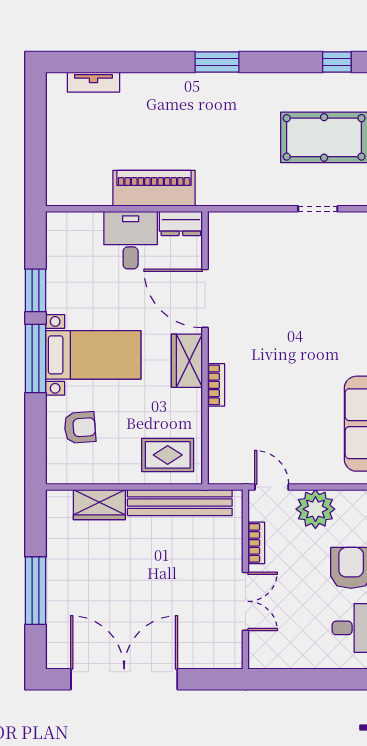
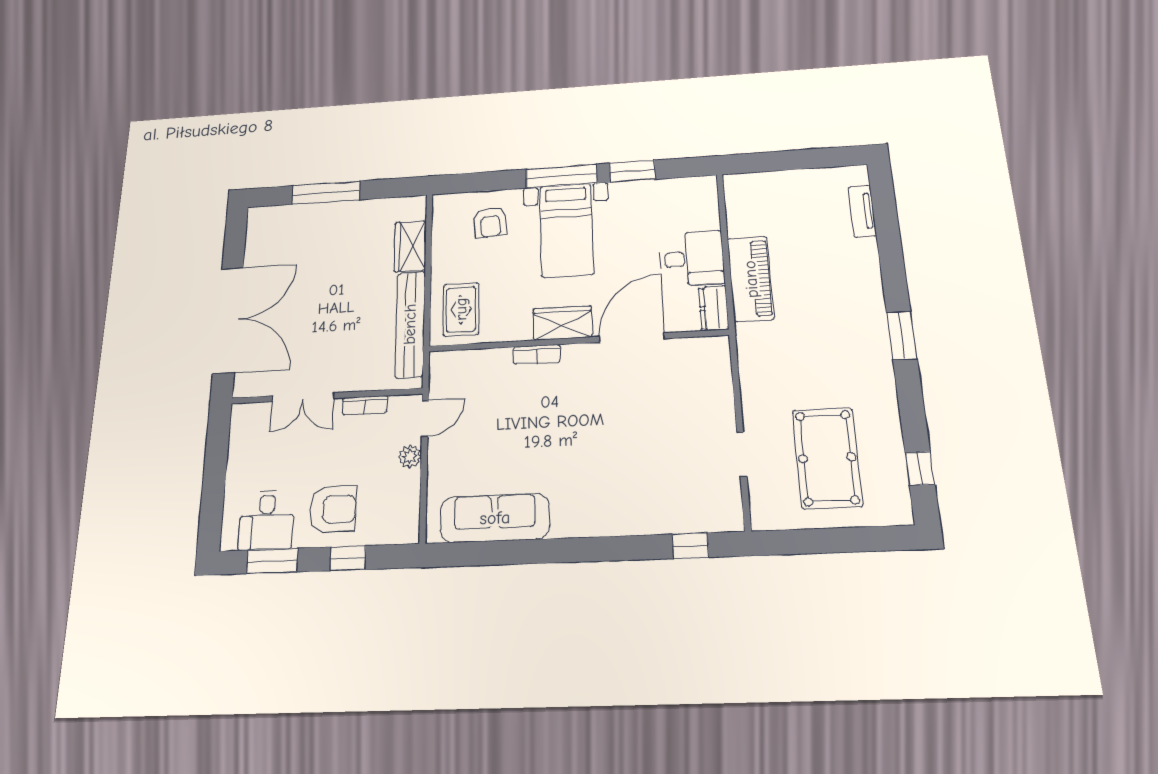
plant: (315, 509) -> (410, 456), width x0.53, depth x0.53
double door: (124, 679) -> (228, 320), moved

